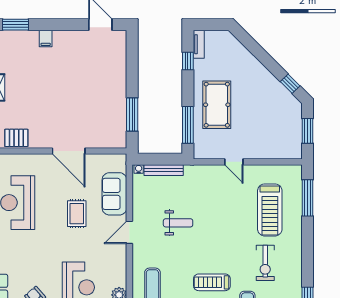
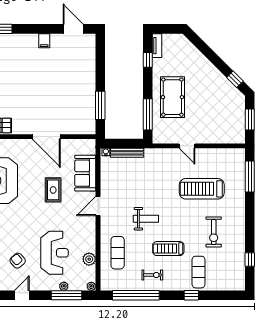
filing cabinet: (46, 38) -> (44, 41), moved
treadmill: (270, 210) -> (202, 189), moved, turned 90
weight bench: (178, 223) -> (146, 219), moved

